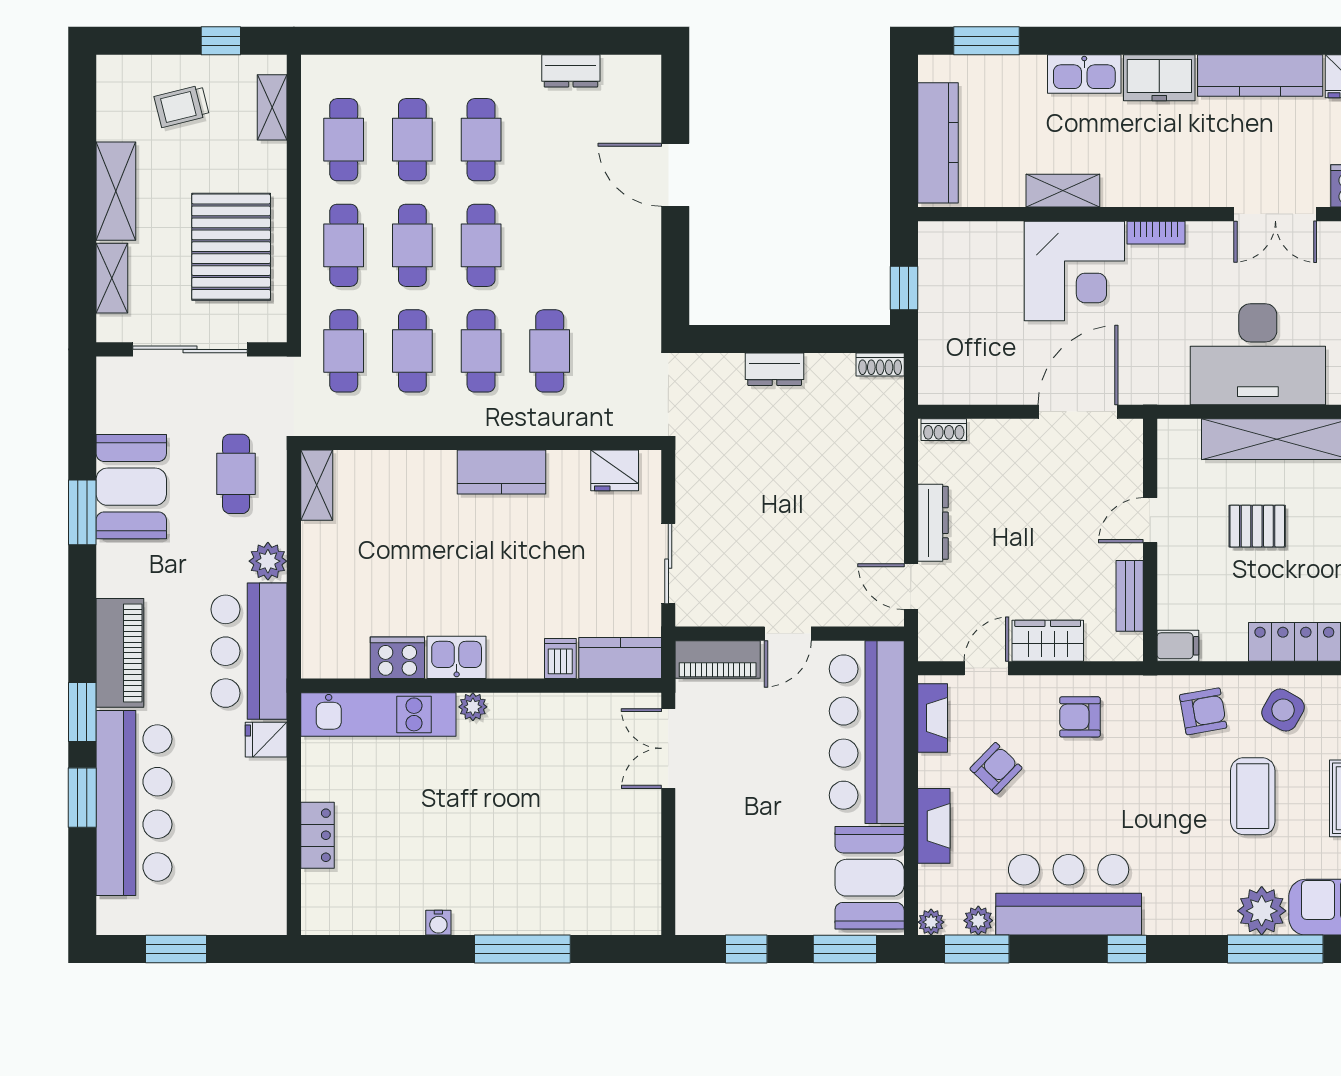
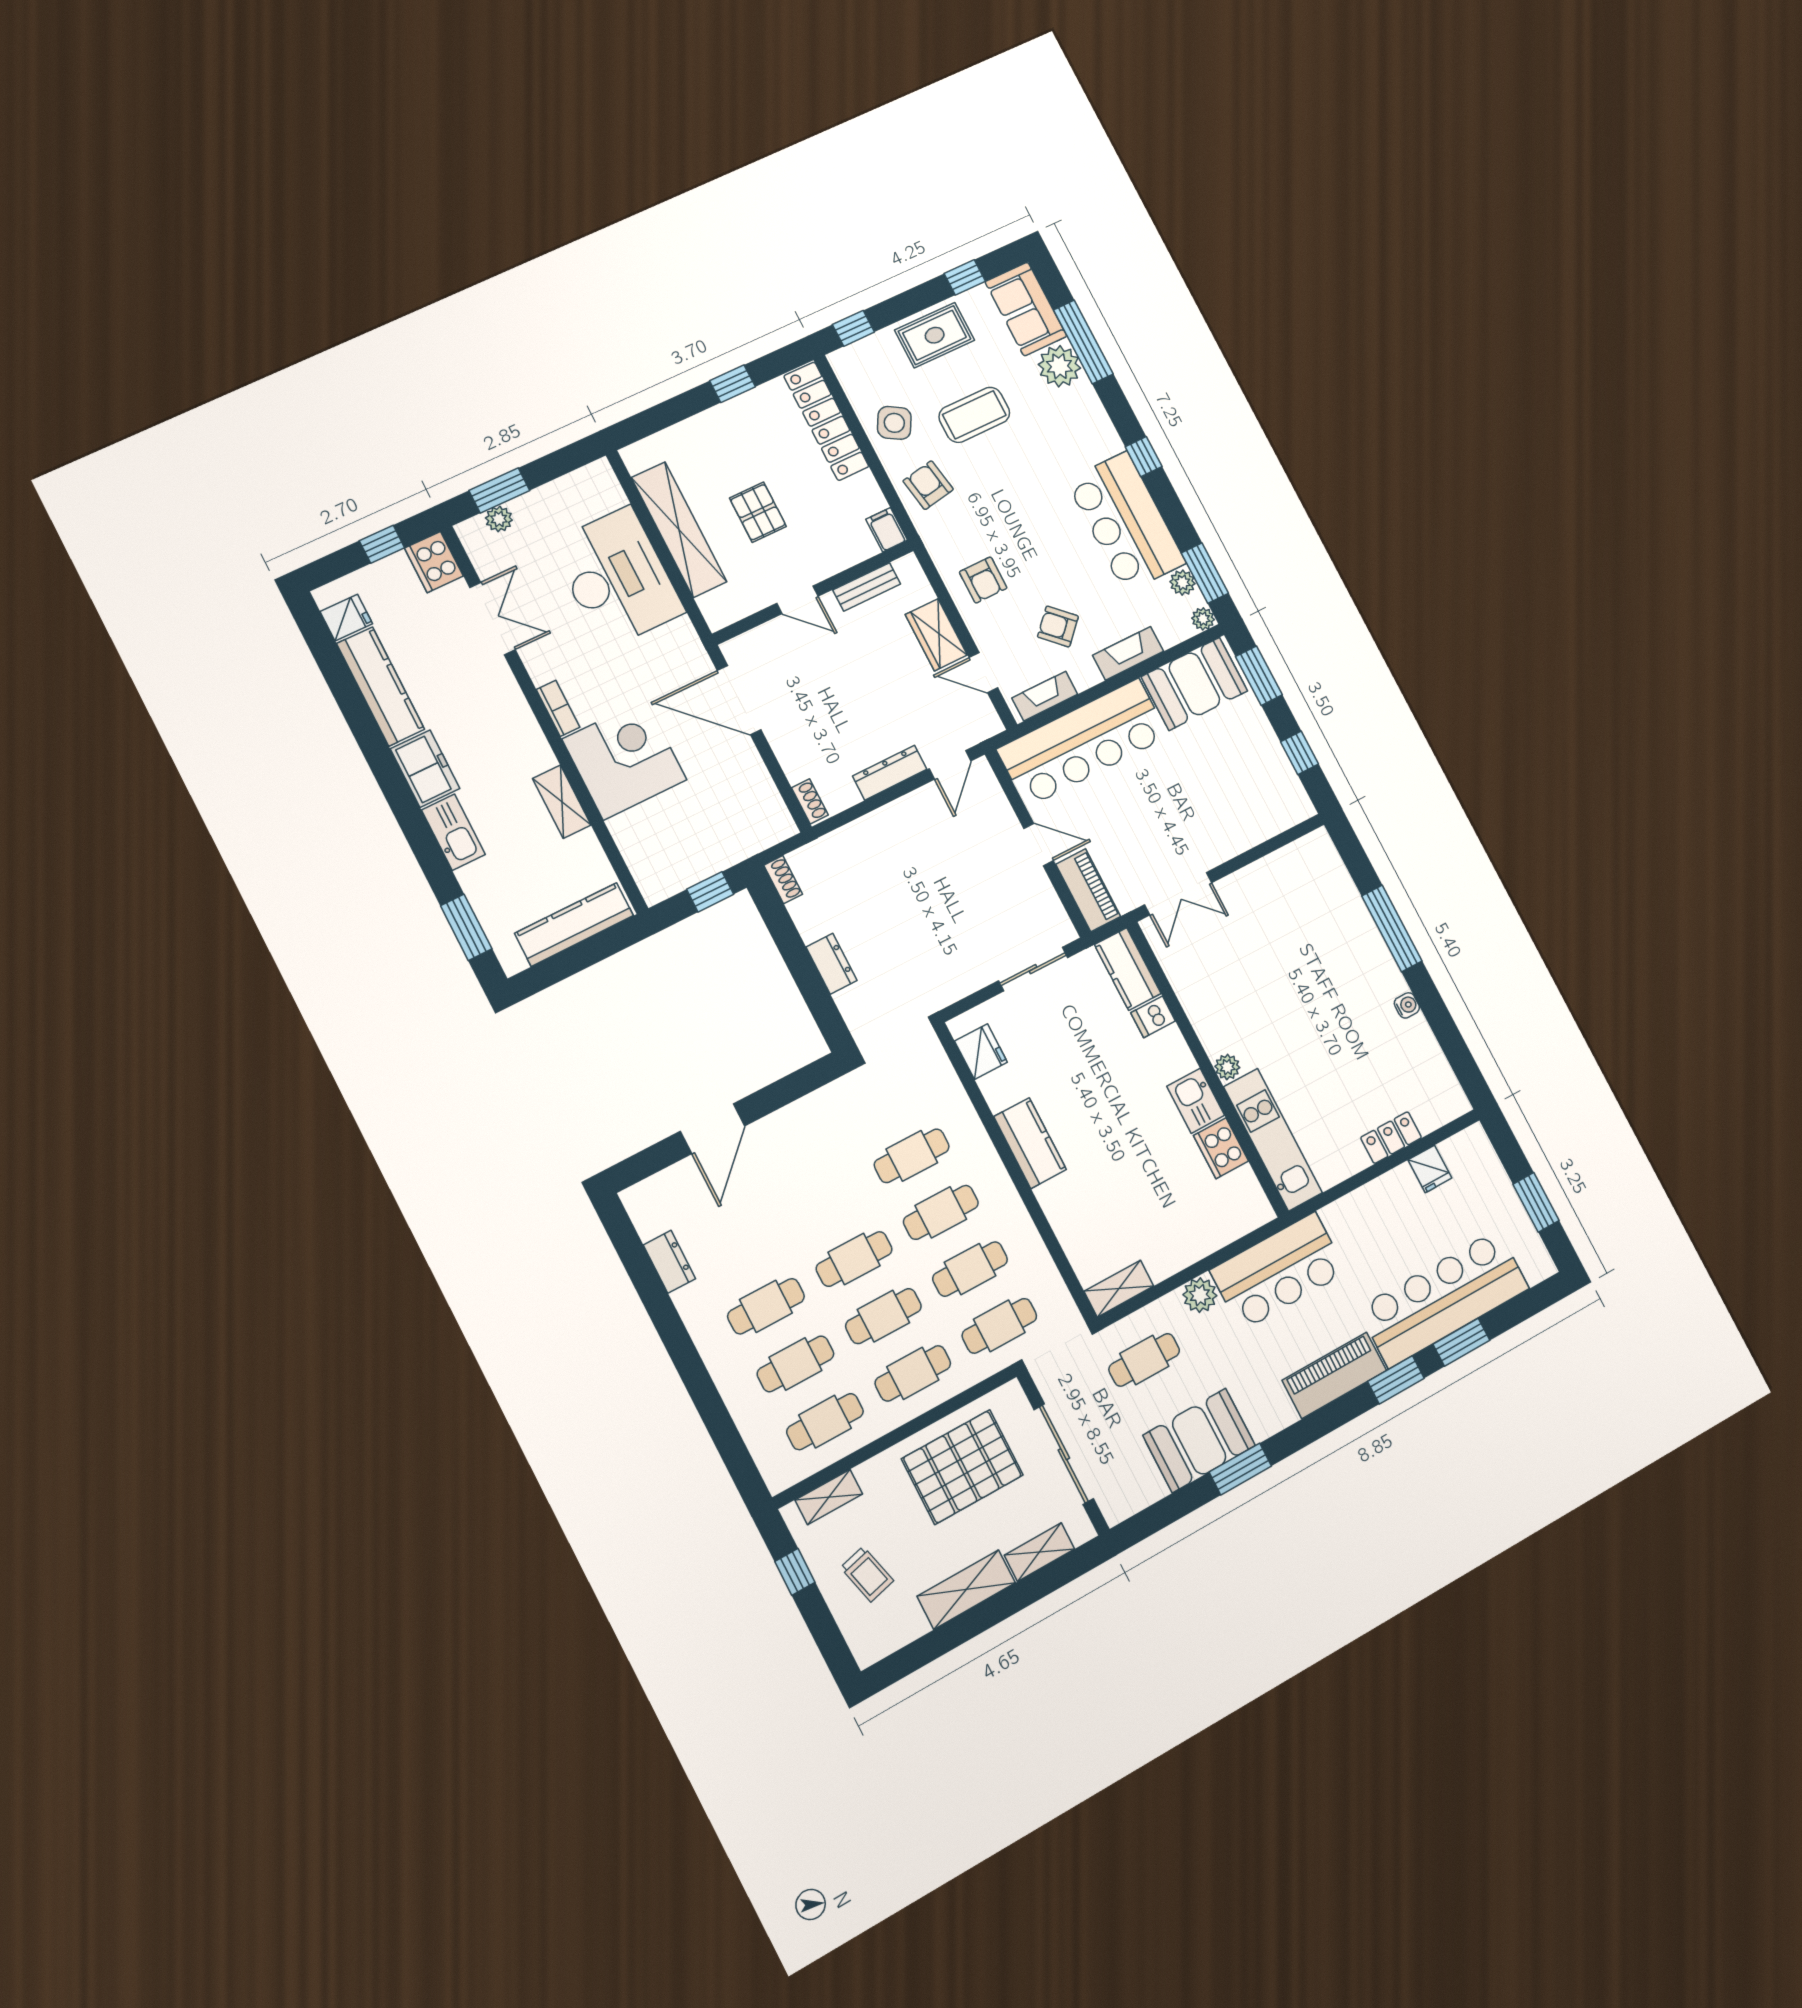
fridge: (266, 740) -> (1430, 1169), moved

